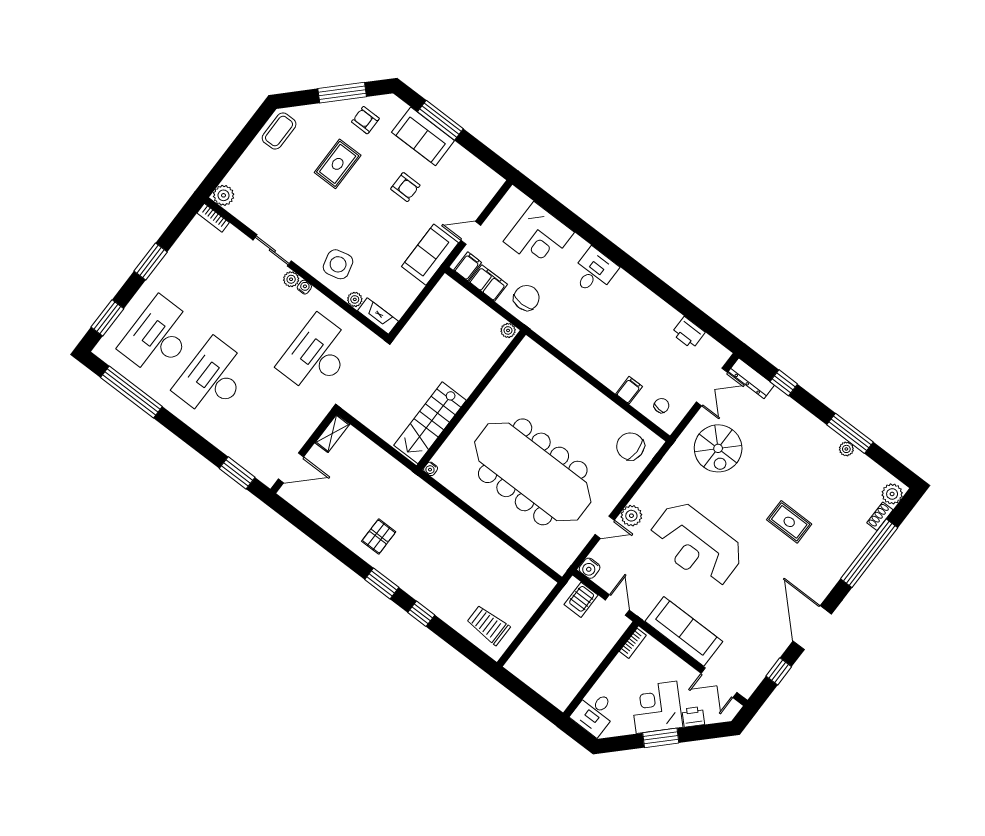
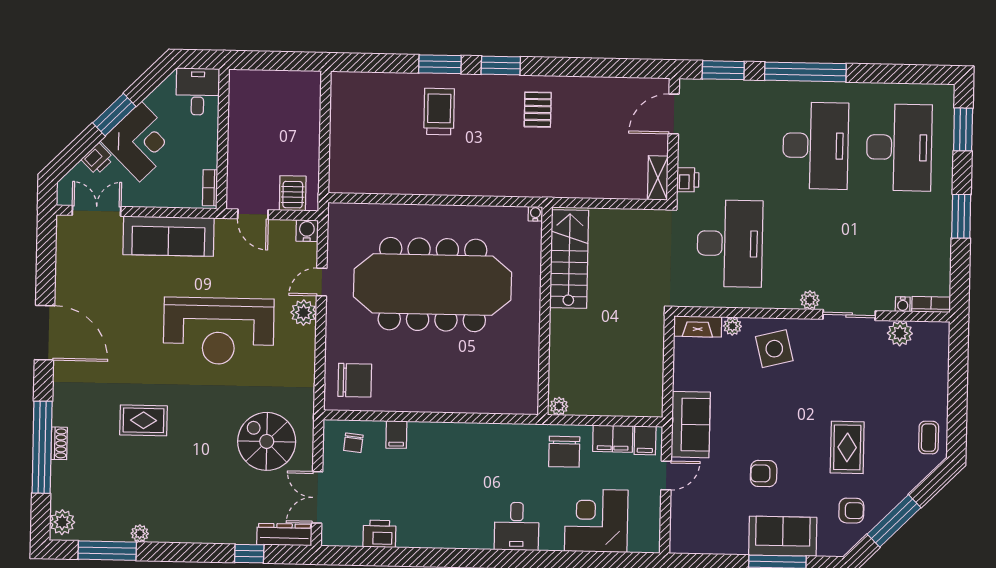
coffee table: (279, 131) -> (929, 438), width x0.73, depth x0.77
plant: (224, 195) -> (900, 333), moved
water cooler: (304, 287) -> (903, 304), moved
window: (131, 392) -> (805, 72), moved
printer: (314, 418) -> (688, 180), added
window: (850, 433) -> (107, 551), moved
shoe rack: (880, 516) -> (59, 443), moved
reception desk: (696, 545) -> (219, 331), turned 180
window: (421, 614) -> (440, 64), width x1.50
trolley: (488, 625) -> (439, 112), moved, turned -90
window: (779, 671) -> (46, 265), removed

